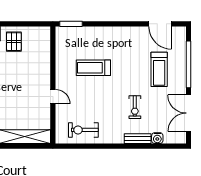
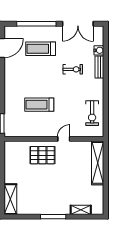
pallet: (14, 42) -> (42, 155), moved, width x1.50, depth x1.42
treadmill: (93, 68) -> (39, 105), turned 90
treadmill: (159, 69) -> (41, 49), turned 180

